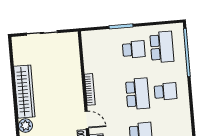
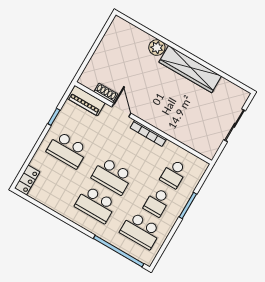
school desk: (106, 52) -> (174, 174), added
school desk: (166, 91) -> (96, 205), width x1.85
door: (87, 120) -> (121, 110), swing flipped

